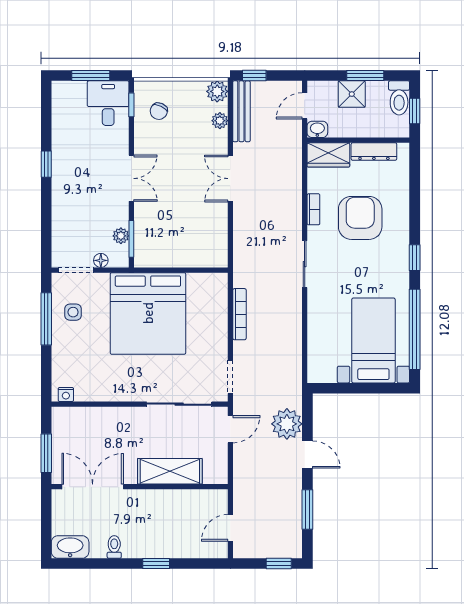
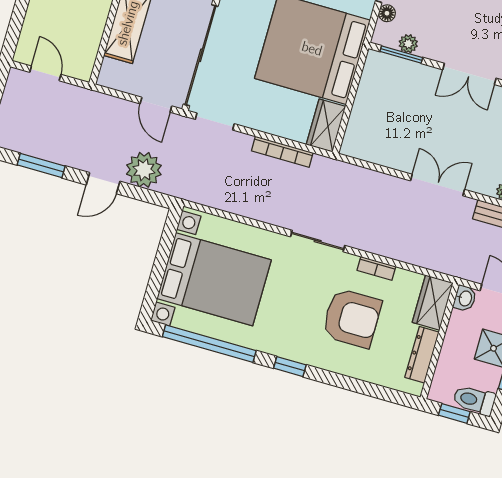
wardrobe: (208, 284) -> (326, 126), added
bed with nightstands: (373, 340) -> (214, 279), width x1.36
sliding door: (179, 404) -> (201, 55), width x1.36

